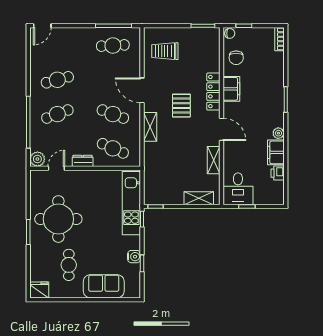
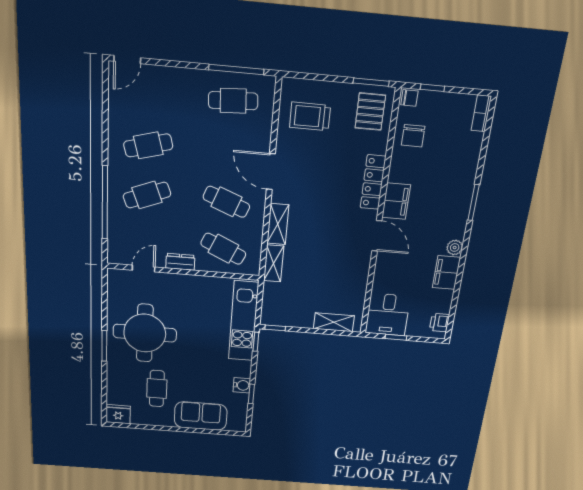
filing cabinet: (231, 89) -> (396, 201), moved
pallet: (181, 106) -> (370, 112), moved
plant: (37, 159) -> (117, 254), removed
shelving: (214, 160) -> (274, 263), moved
printer: (278, 173) -> (440, 323), moved

